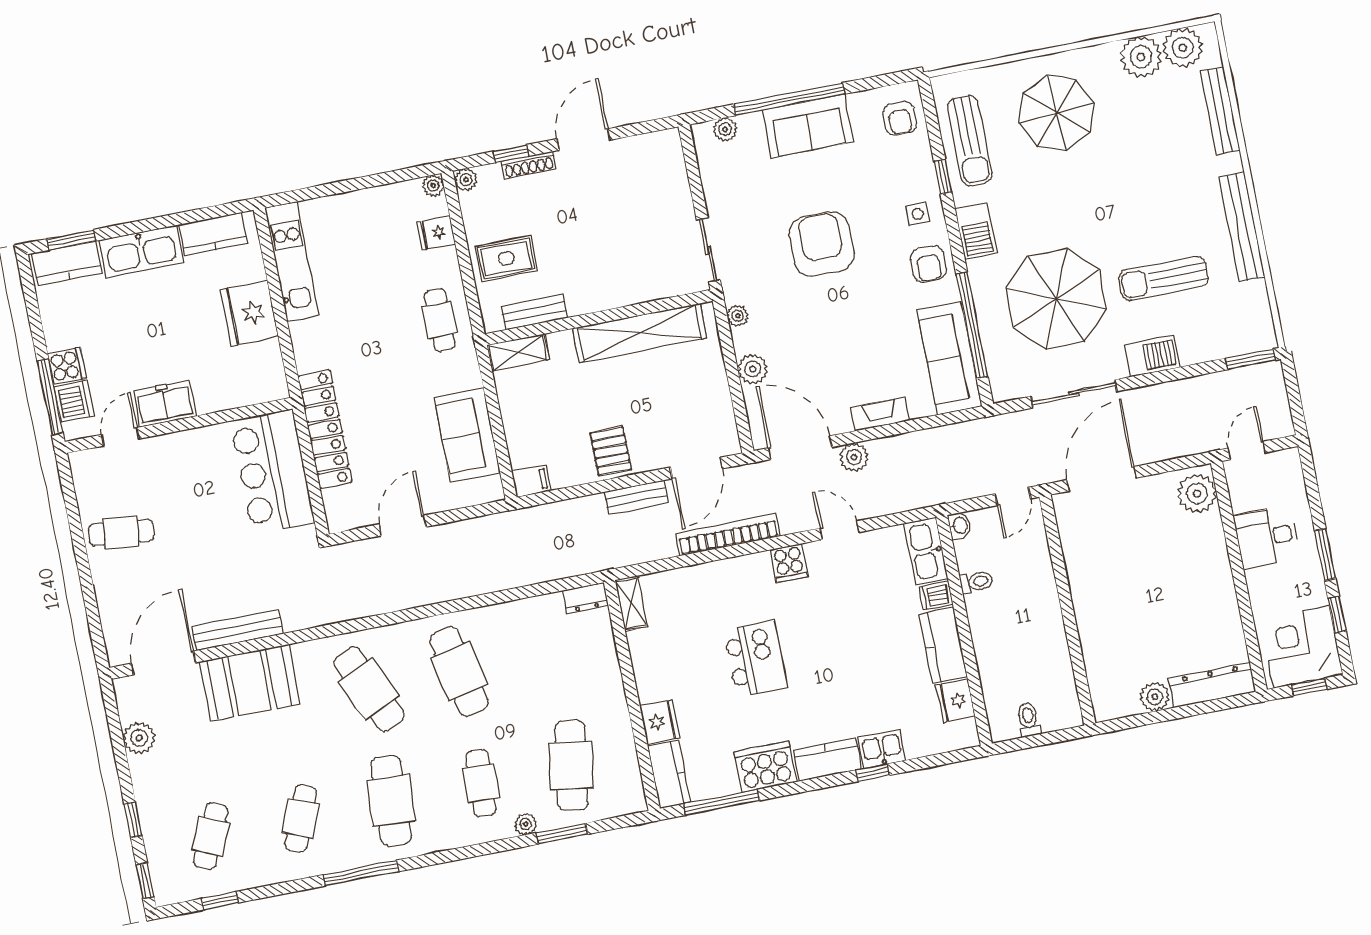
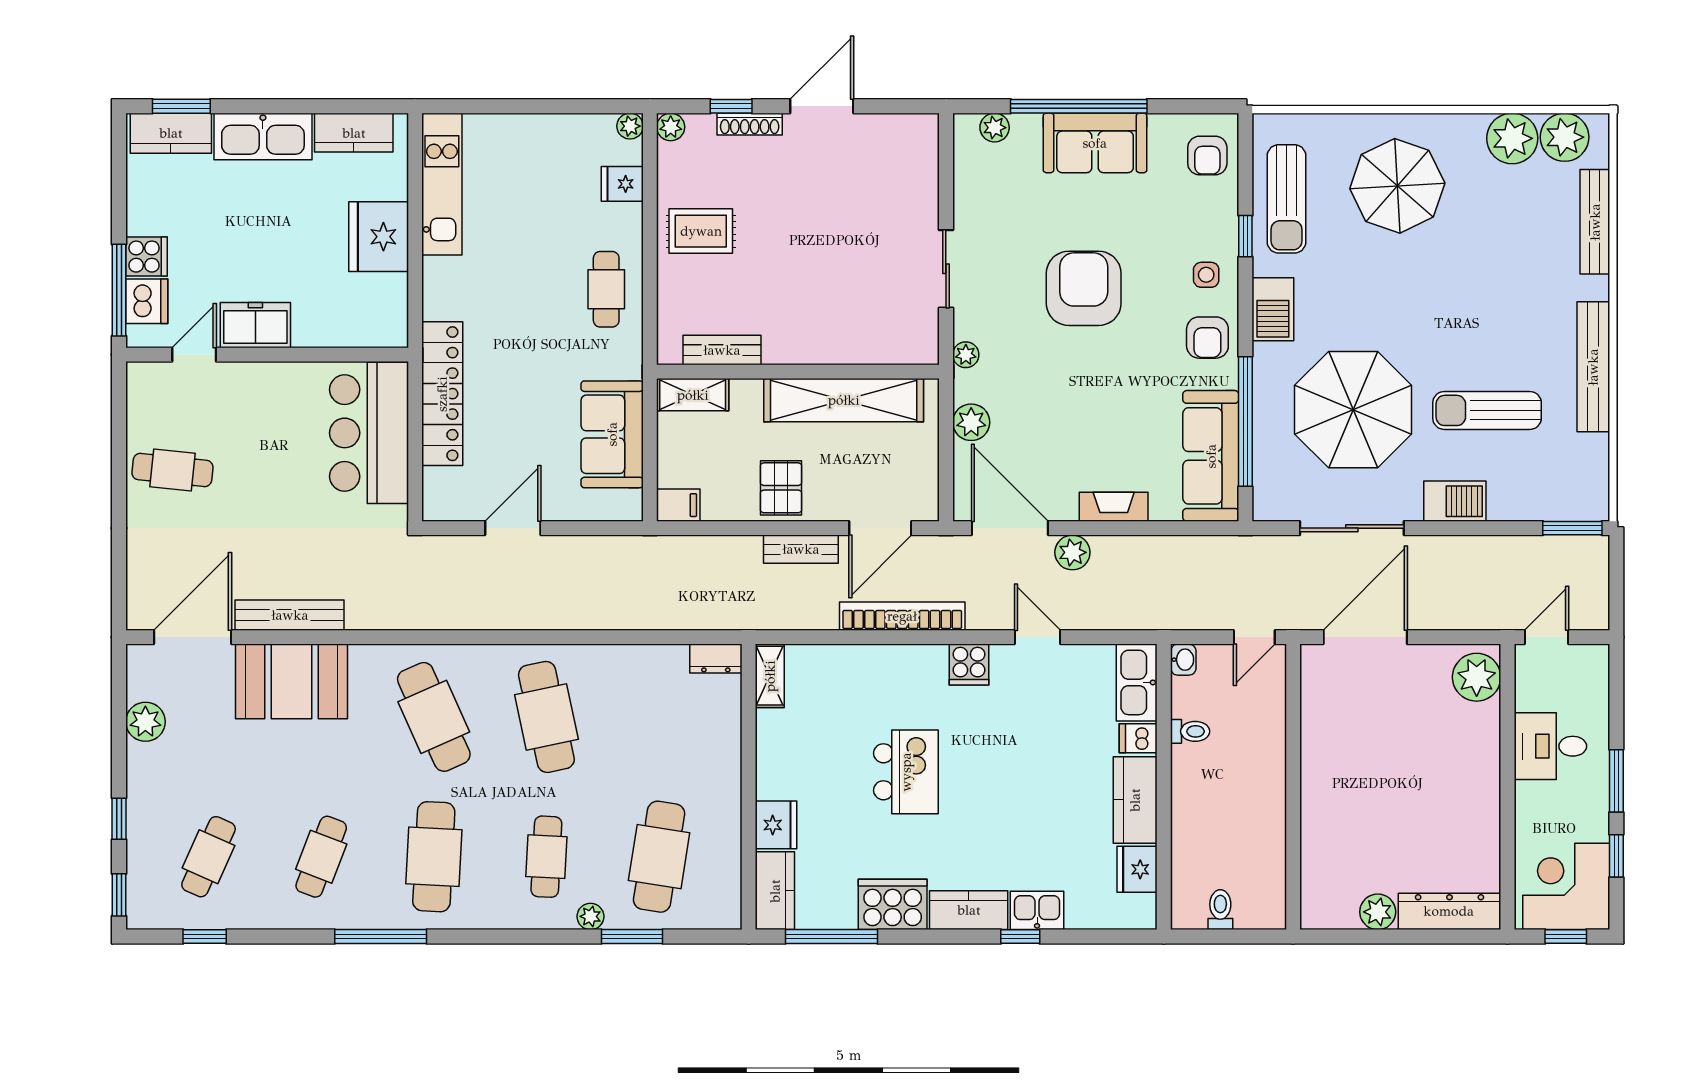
bench: (534, 312) -> (722, 350), moved
wall: (599, 317) -> (798, 372), moved
shelving: (640, 333) -> (844, 400), moved
shelving: (518, 352) -> (693, 395), moved

